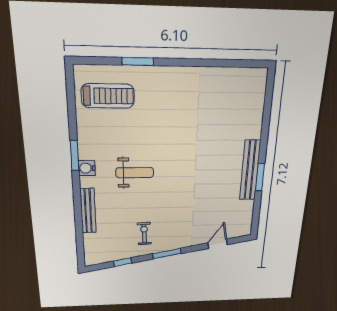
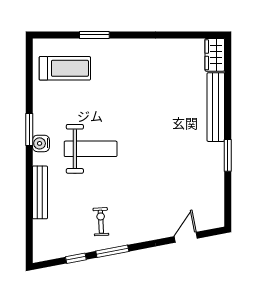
wardrobe: (257, 84) -> (215, 55), added
bench: (250, 170) -> (216, 107), moved
weight bench: (135, 173) -> (91, 149), width x1.36, depth x1.33
window: (167, 254) -> (112, 251), moved

